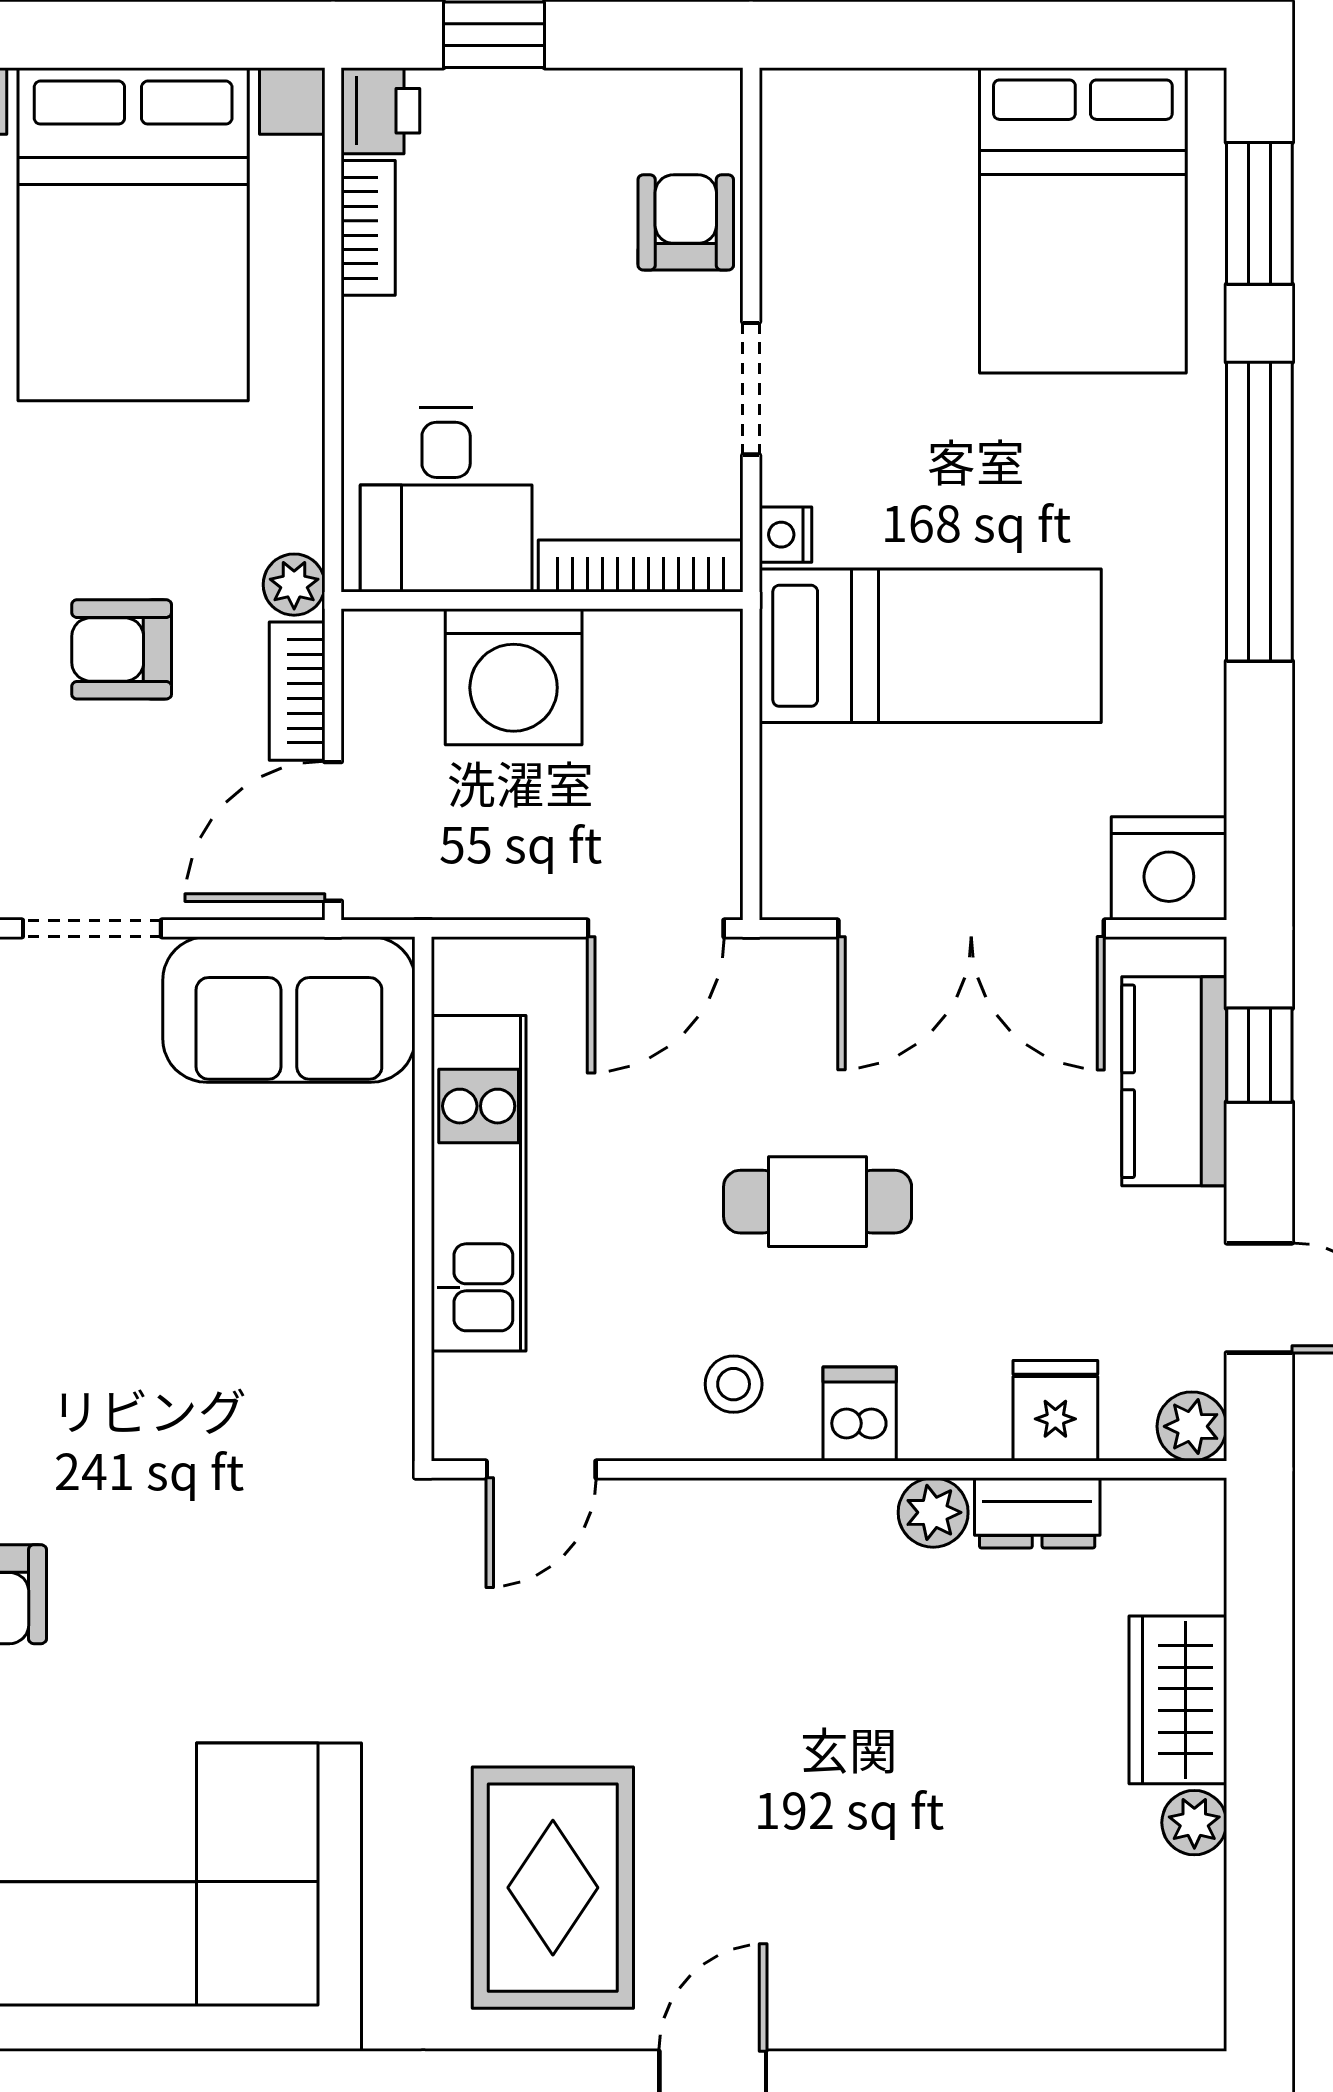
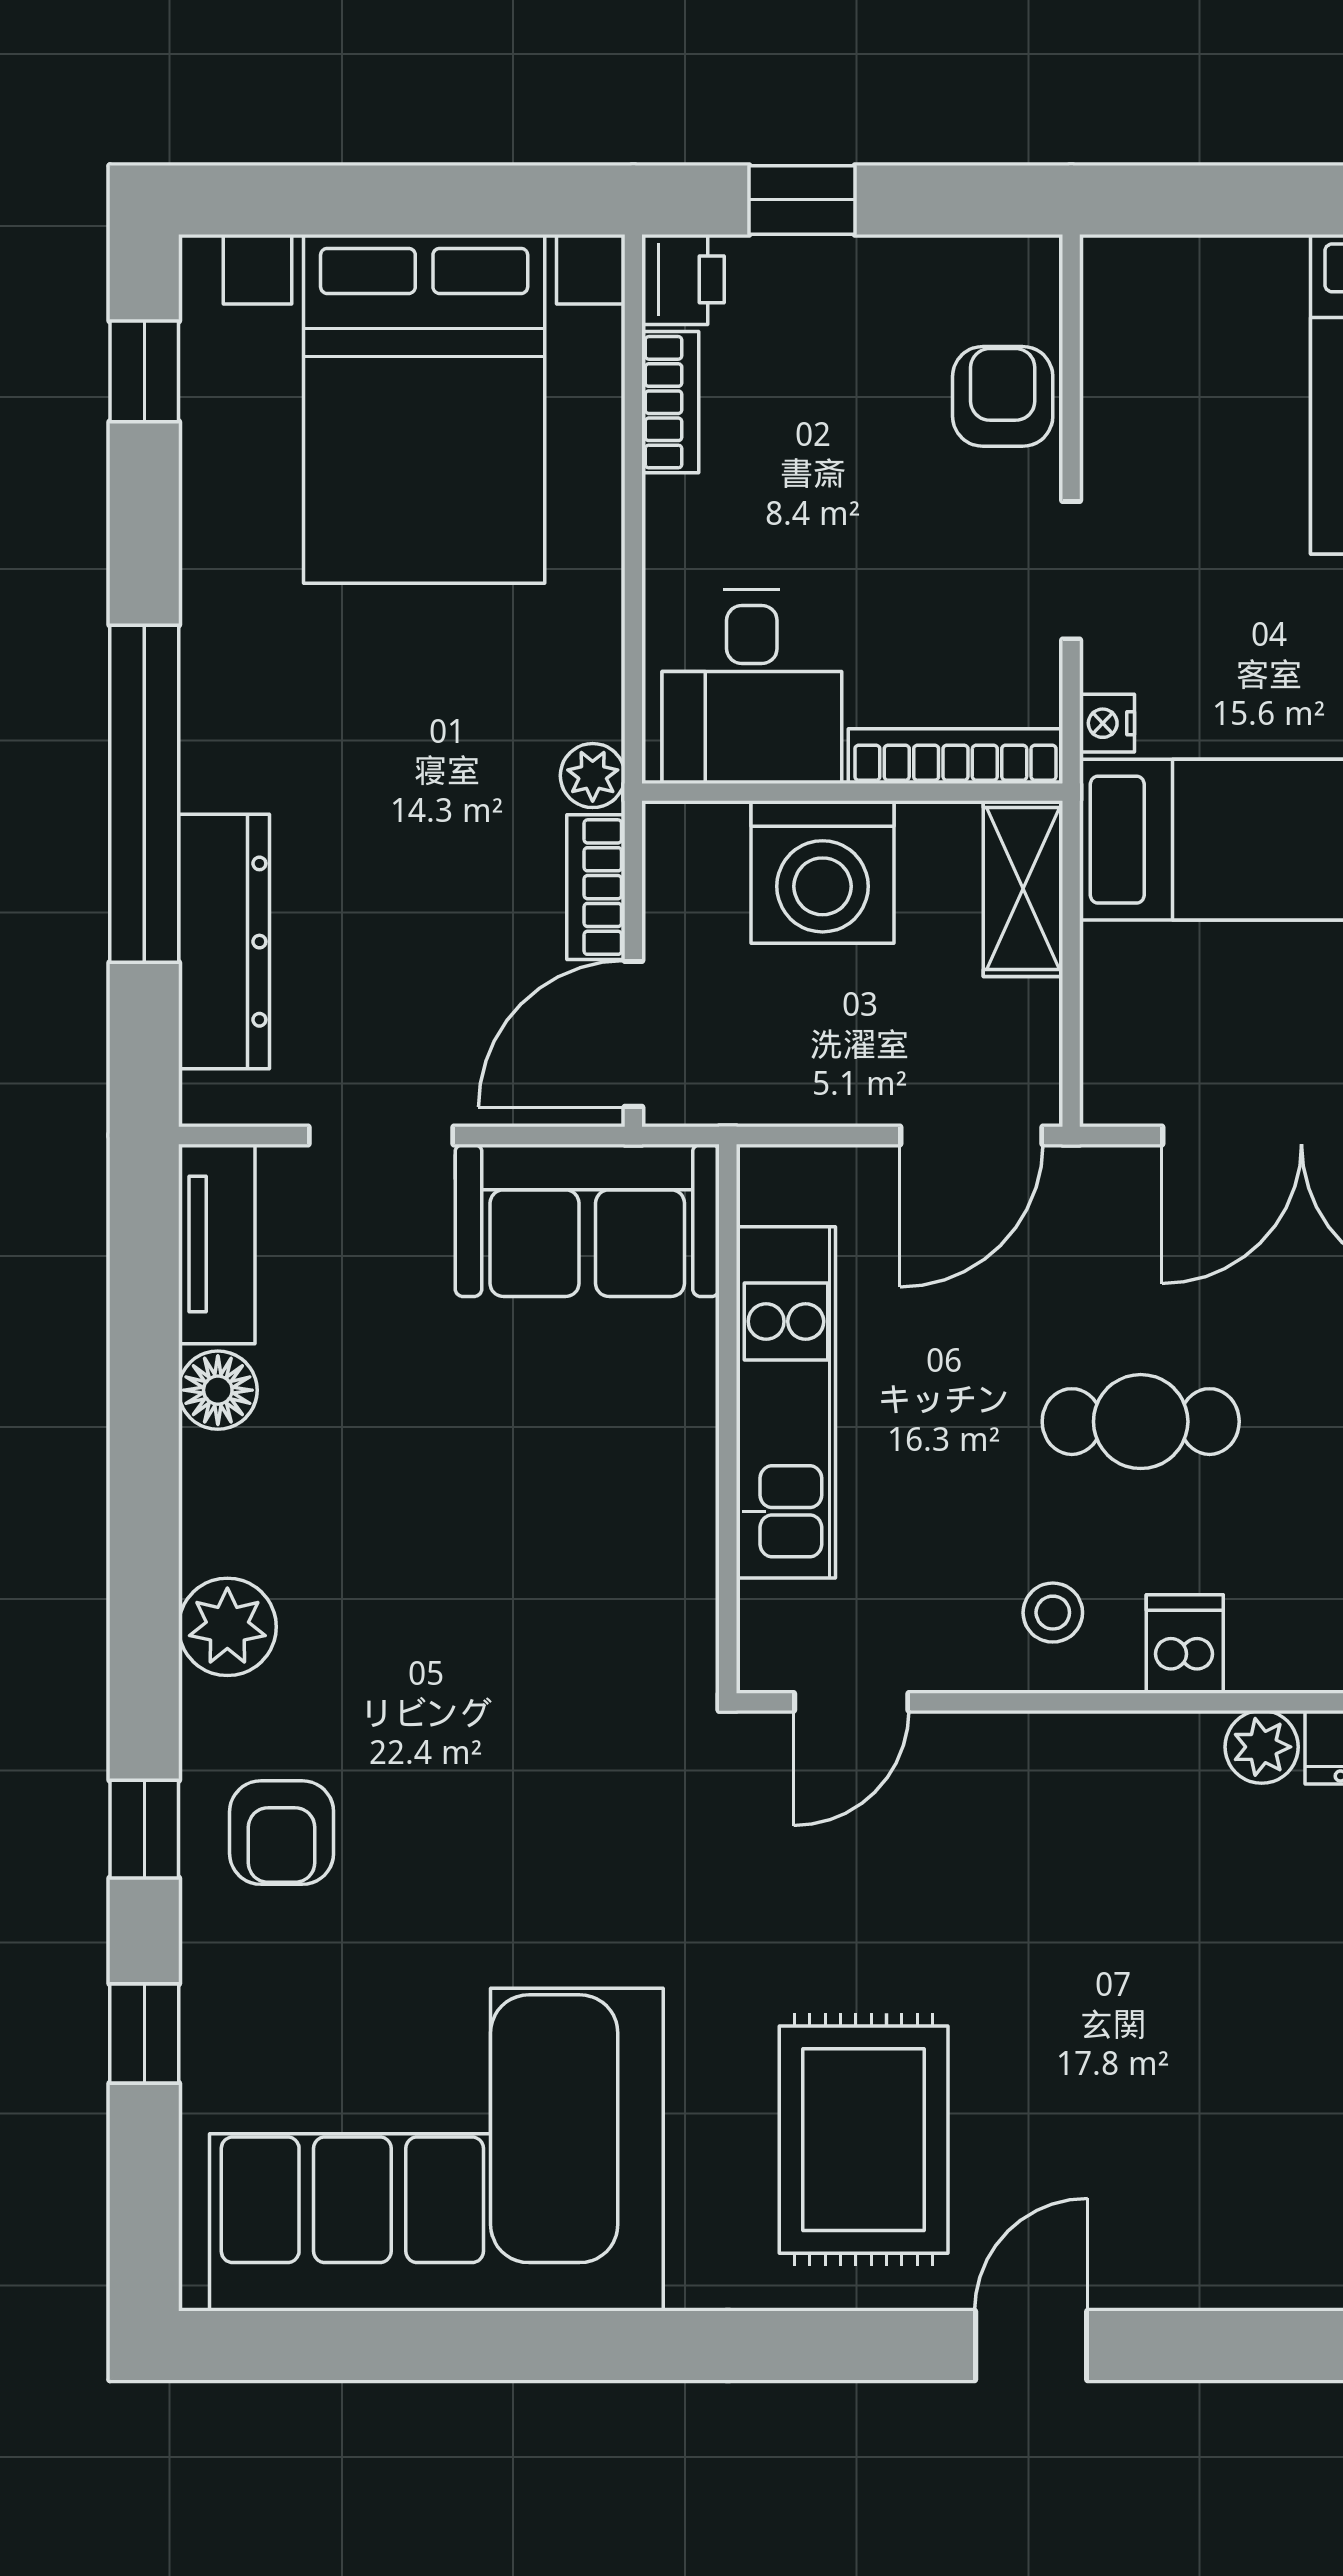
armchair: (122, 649) -> (412, 843), removed
shelving: (705, 693) -> (1023, 889), added

